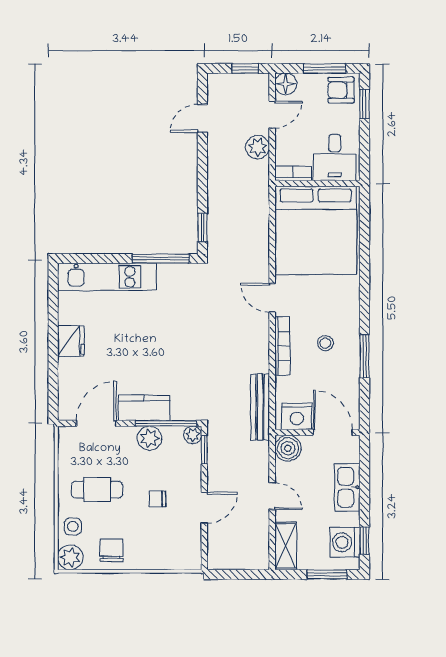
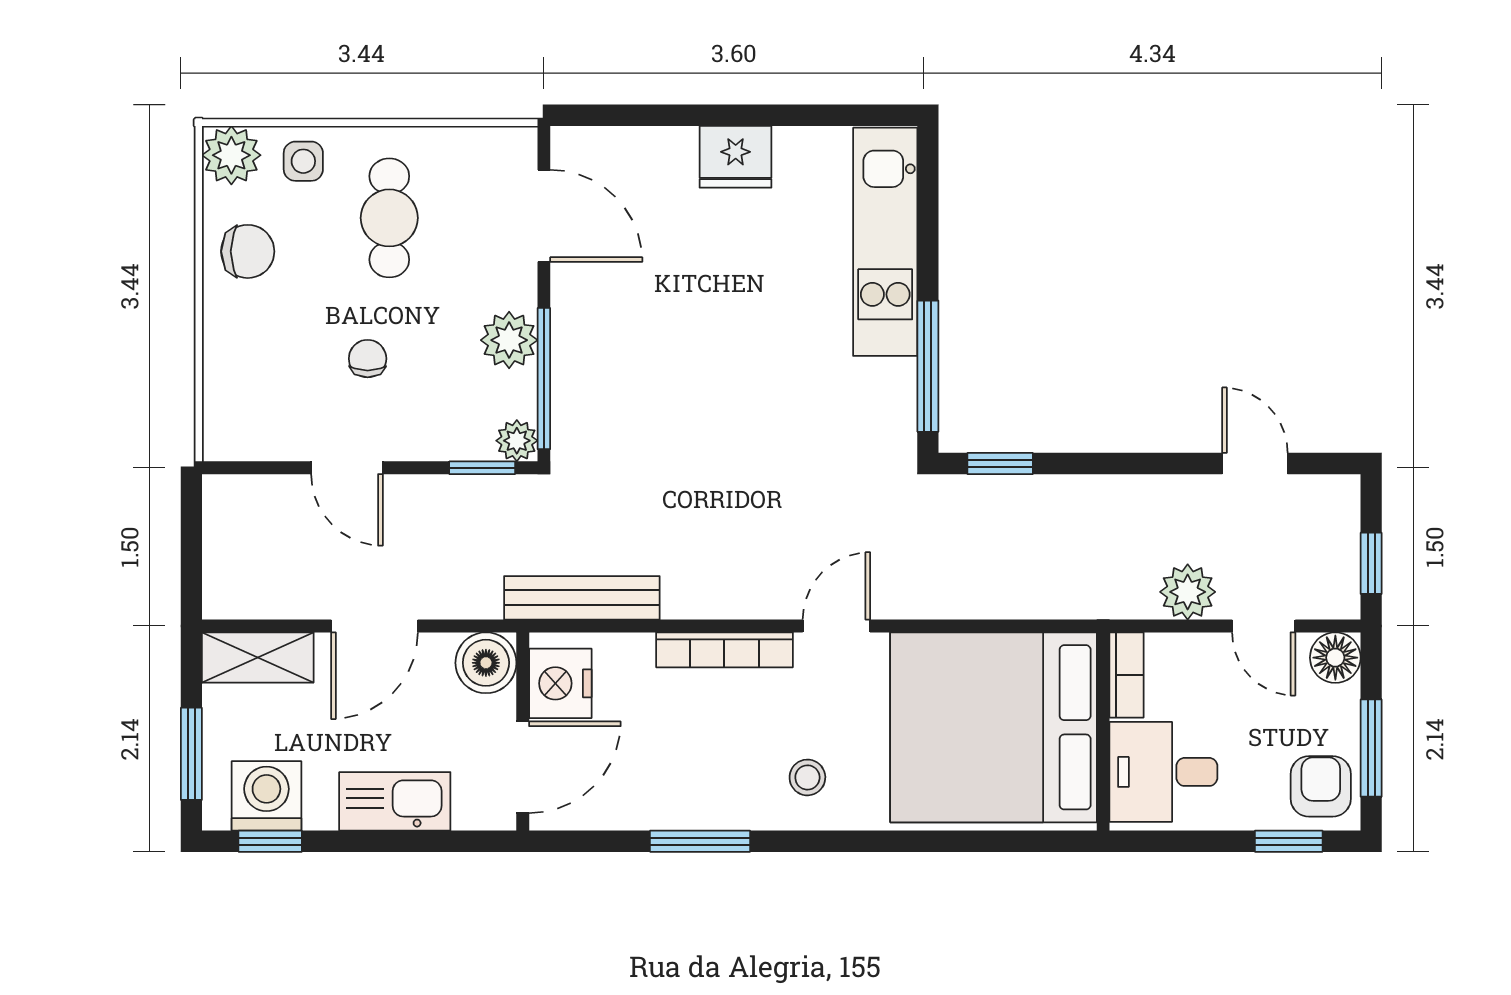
stool: (325, 343) -> (807, 777), moved
kitchen counter: (144, 408) -> (580, 327), removed
door: (272, 496) -> (374, 626), width x1.38

